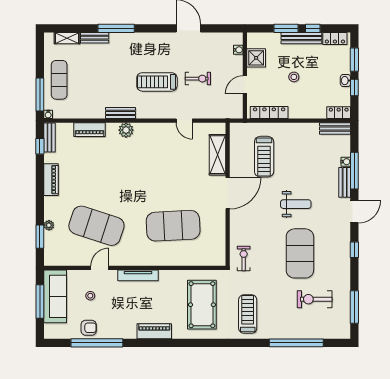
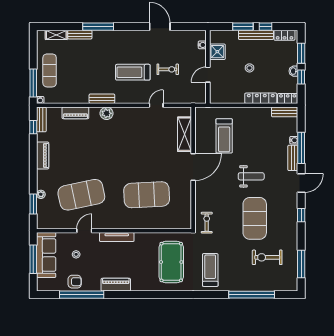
locker: (269, 112) -> (261, 98), moved
door: (184, 121) -> (156, 105), swing flipped
exercise mat: (96, 226) -> (81, 195), turned -30
piano: (154, 331) -> (116, 285), moved

